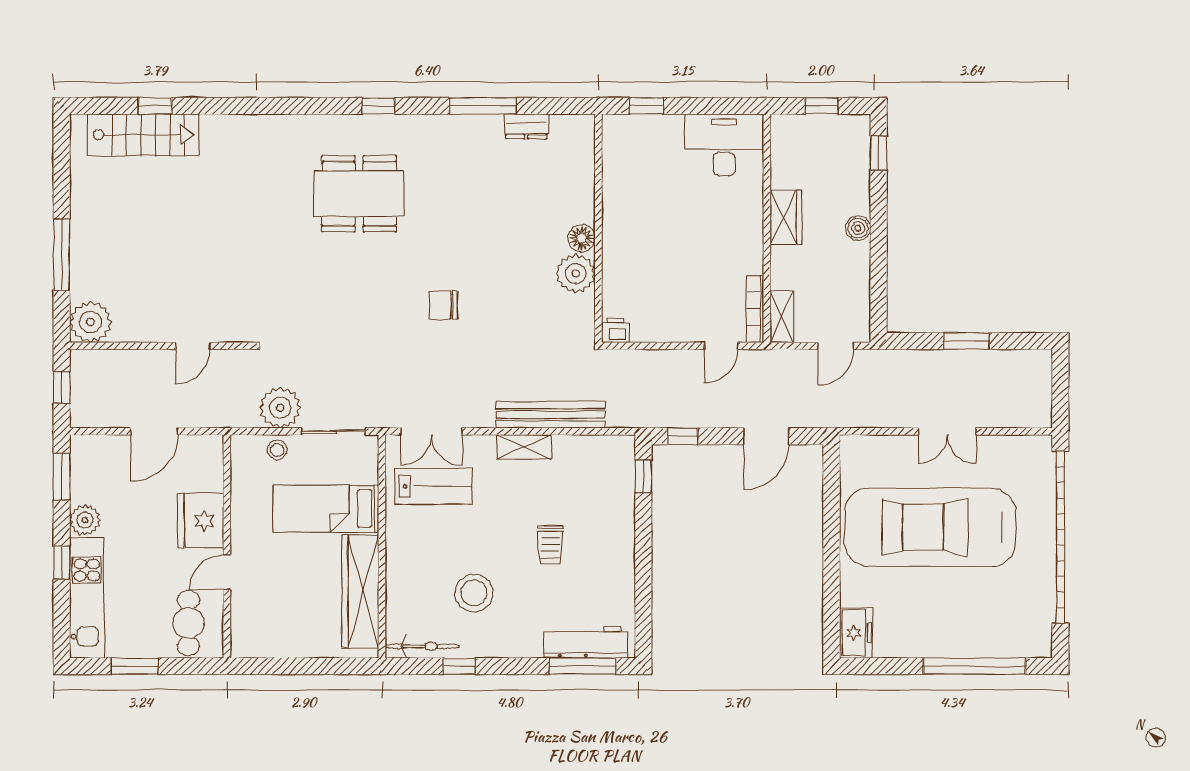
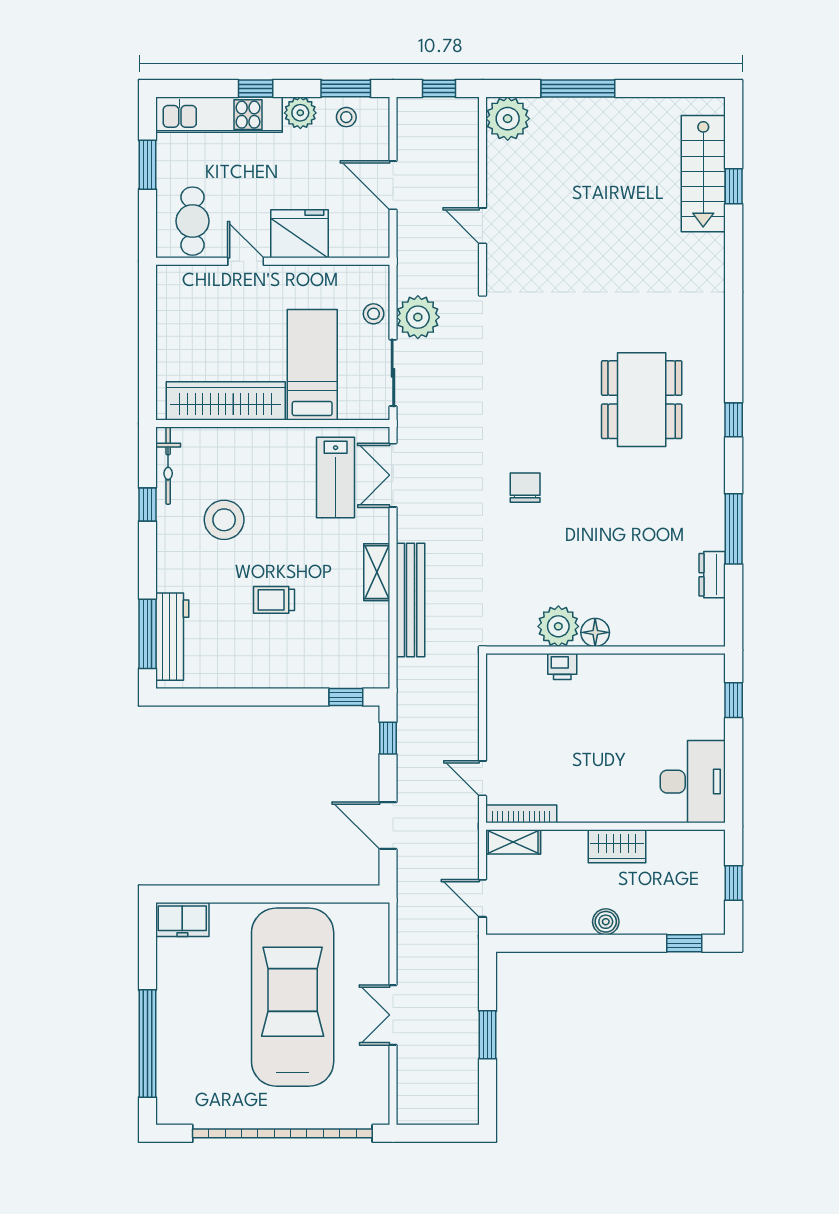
printer: (615, 330) -> (562, 666), moved, turned 90
stool: (89, 476) -> (346, 117), added
cafe table: (188, 623) -> (193, 221), turned 90

